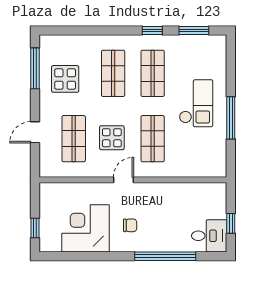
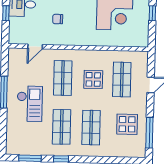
checkout: (196, 103) -> (30, 104), turned 180
door: (123, 180) -> (35, 47), moved
chair: (130, 225) -> (58, 19), moved

